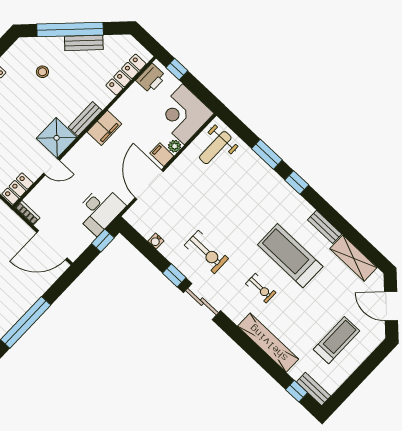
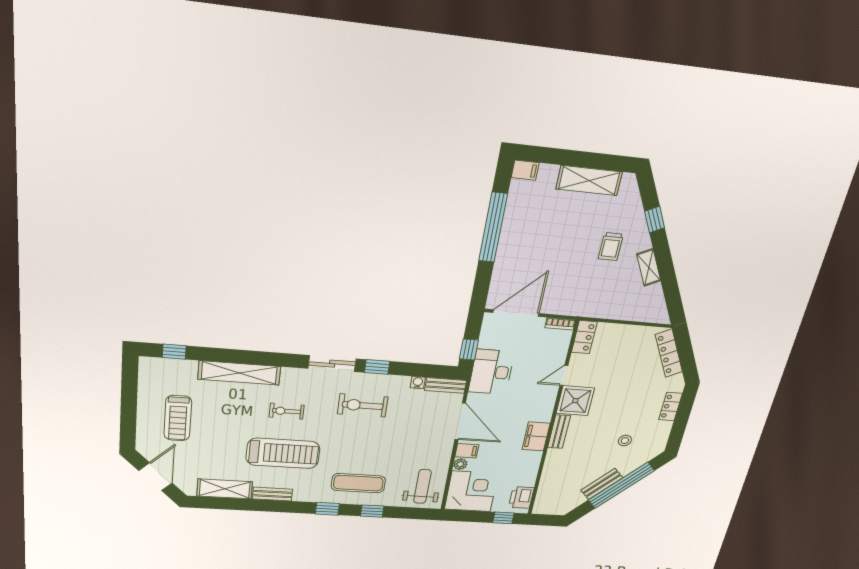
locker: (126, 75) -> (546, 486), removed
window: (267, 154) -> (372, 511), width x0.67
exercise mat: (258, 188) -> (358, 483), added
door: (391, 306) -> (155, 477), hinge flipped
bench: (314, 389) -> (446, 385), moved

